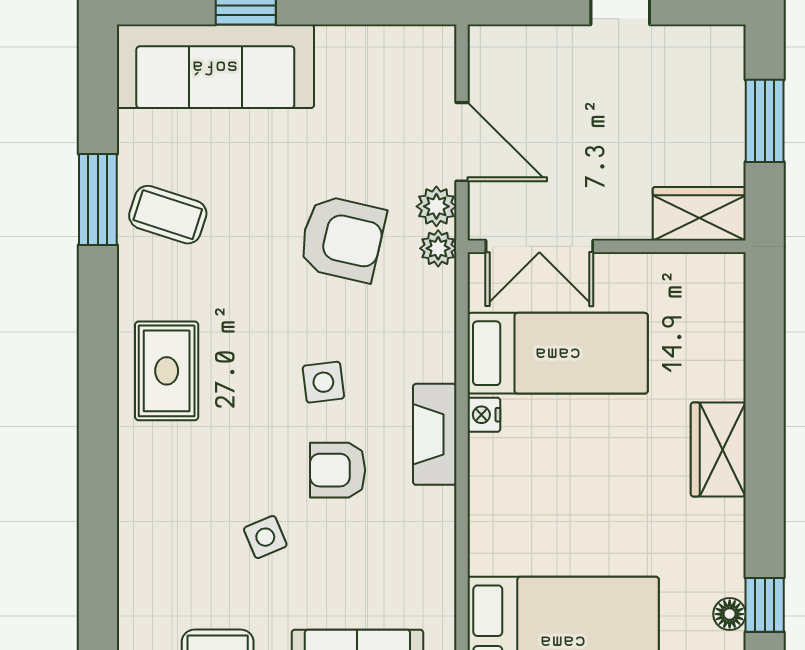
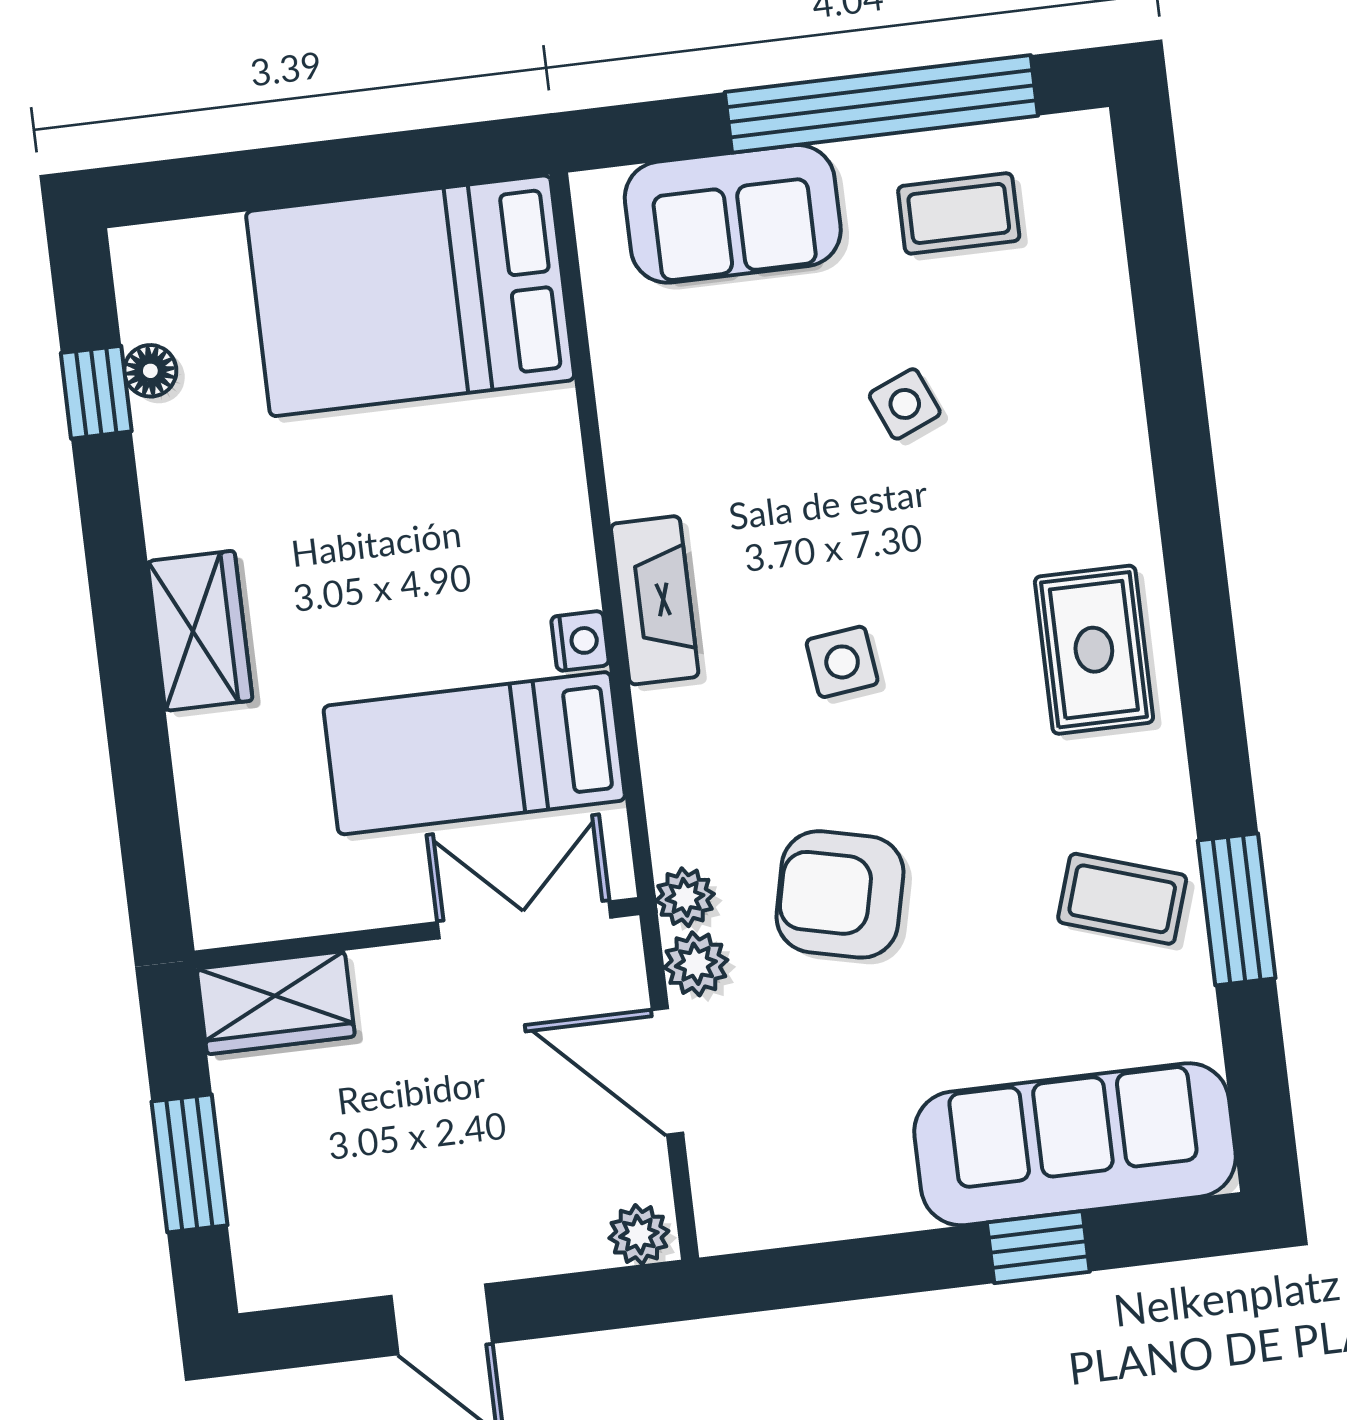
plant: (492, 43) -> (639, 1235), added
armchair: (338, 470) -> (802, 525), removed

